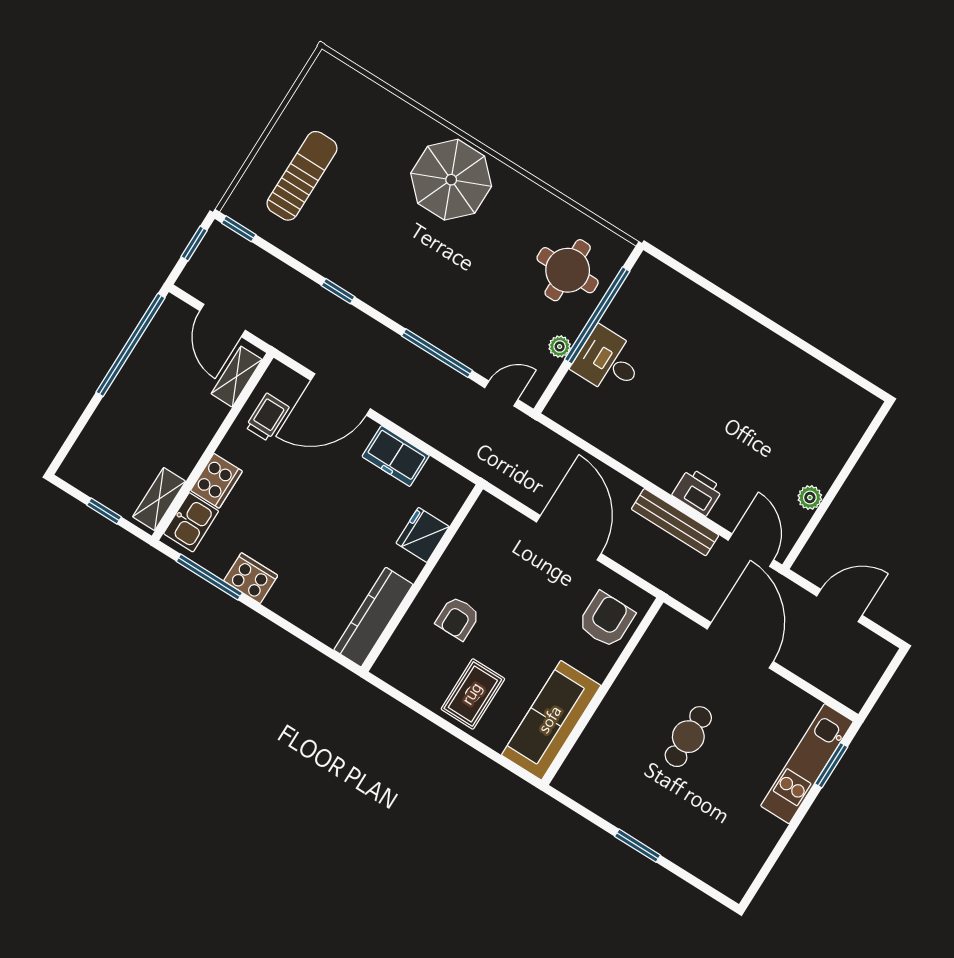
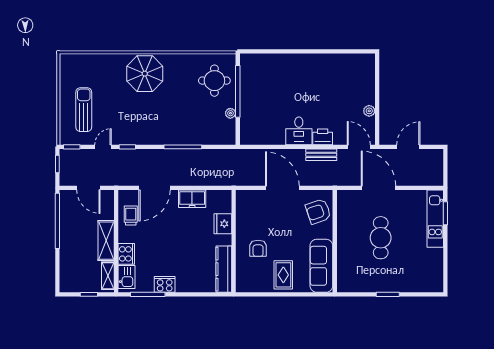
desk: (608, 361) -> (299, 131), moved, turned -90
shelving: (237, 377) -> (106, 241), moved, width x1.50, depth x1.33
door: (501, 394) -> (103, 147), moved
bench: (675, 522) -> (321, 155), width x0.73
armchair: (606, 620) -> (318, 211), turned -109
cafe table: (688, 737) -> (381, 238), width x1.37, depth x1.35

